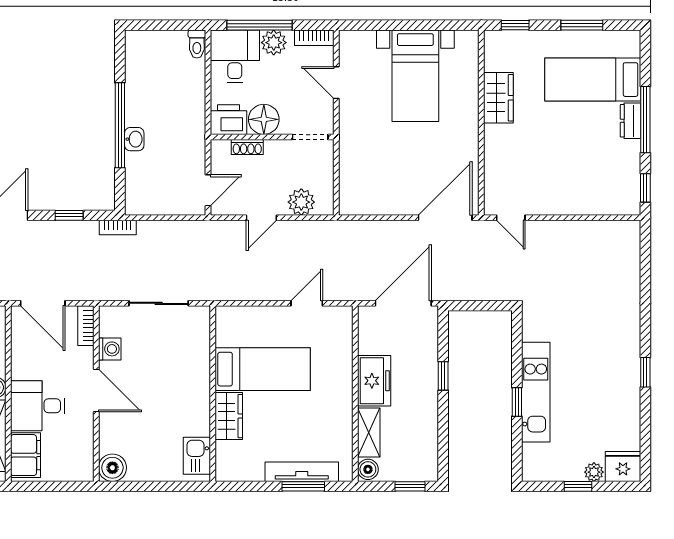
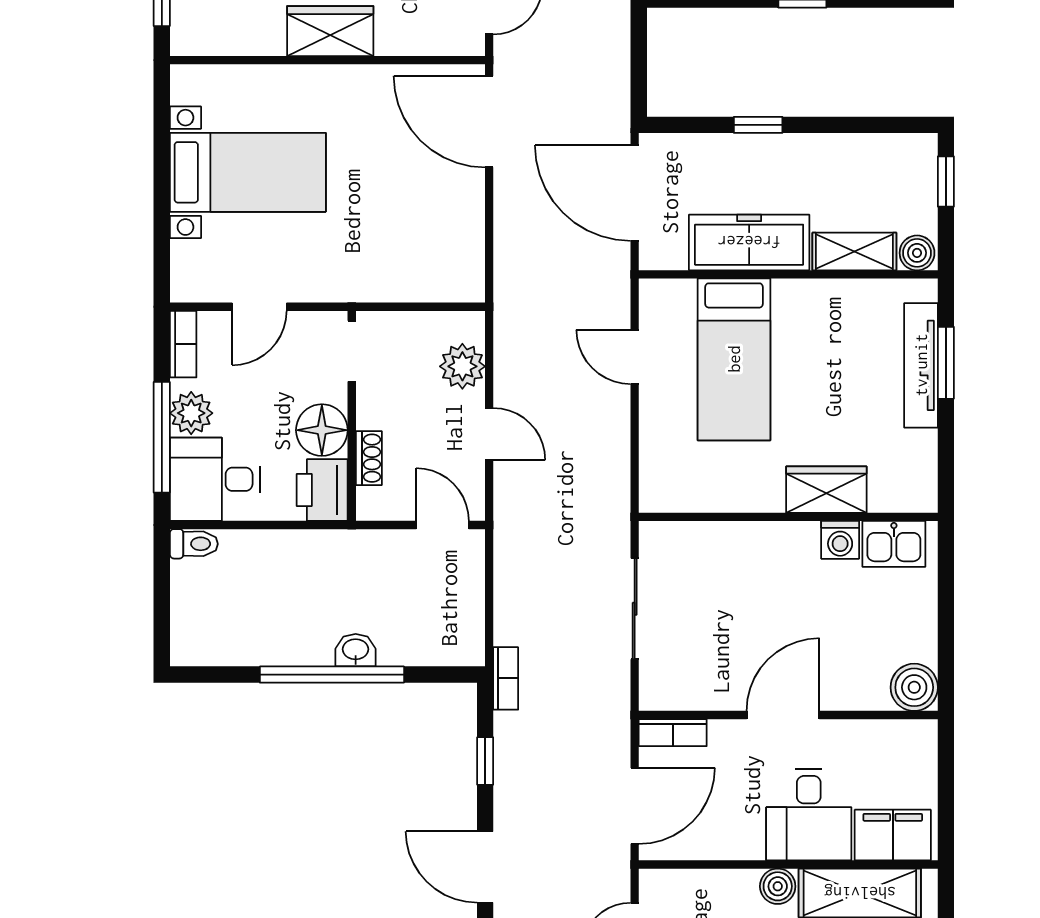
wardrobe: (498, 98) -> (330, 31), moved
washing machine: (110, 349) -> (840, 540), moved, turned 180
bed: (263, 369) -> (734, 359), moved, turned 180
freezer: (374, 381) -> (749, 242), width x1.40

